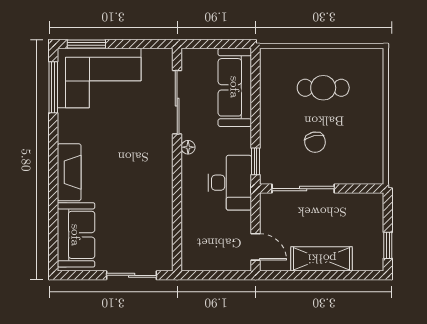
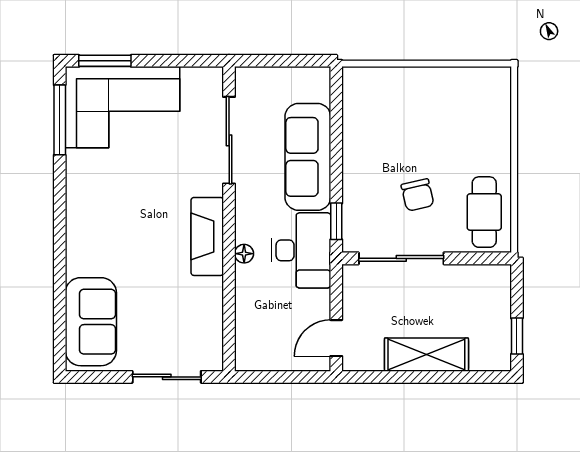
sofa: (235, 87) -> (308, 157), moved
cafe table: (323, 88) -> (484, 212), moved, turned 90
floor lamp: (188, 147) -> (244, 254), moved
fireplace: (69, 172) -> (207, 236), moved, turned 180
door: (256, 247) -> (336, 338), swing flipped

